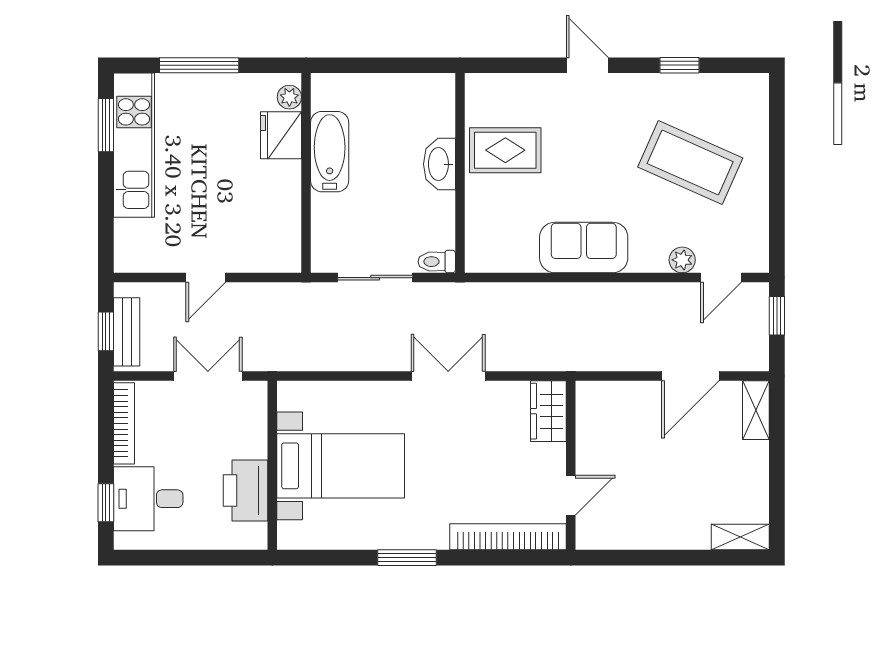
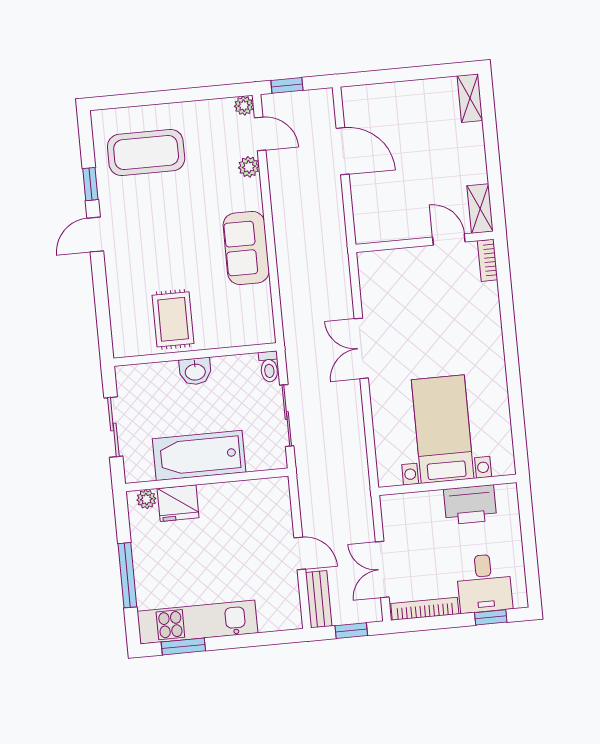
sliding door: (381, 65) -> (113, 427), added
door: (587, 65) -> (95, 235), moved
bathtub: (330, 152) -> (199, 456), width x1.36, depth x1.36
coffee table: (690, 163) -> (146, 153), moved, turned 66
washbasin: (439, 164) -> (195, 371), width x0.72
plant: (757, 261) -> (244, 106), added
bench: (127, 332) -> (319, 599), moved, turned 90
double door: (208, 376) -> (382, 569), moved
shelving: (756, 410) -> (480, 209), moved, turned 90
wardrobe: (548, 411) -> (382, 264), removed
bookcase: (508, 537) -> (488, 260), width x0.43, depth x0.76
window: (407, 558) -> (512, 368), removed

